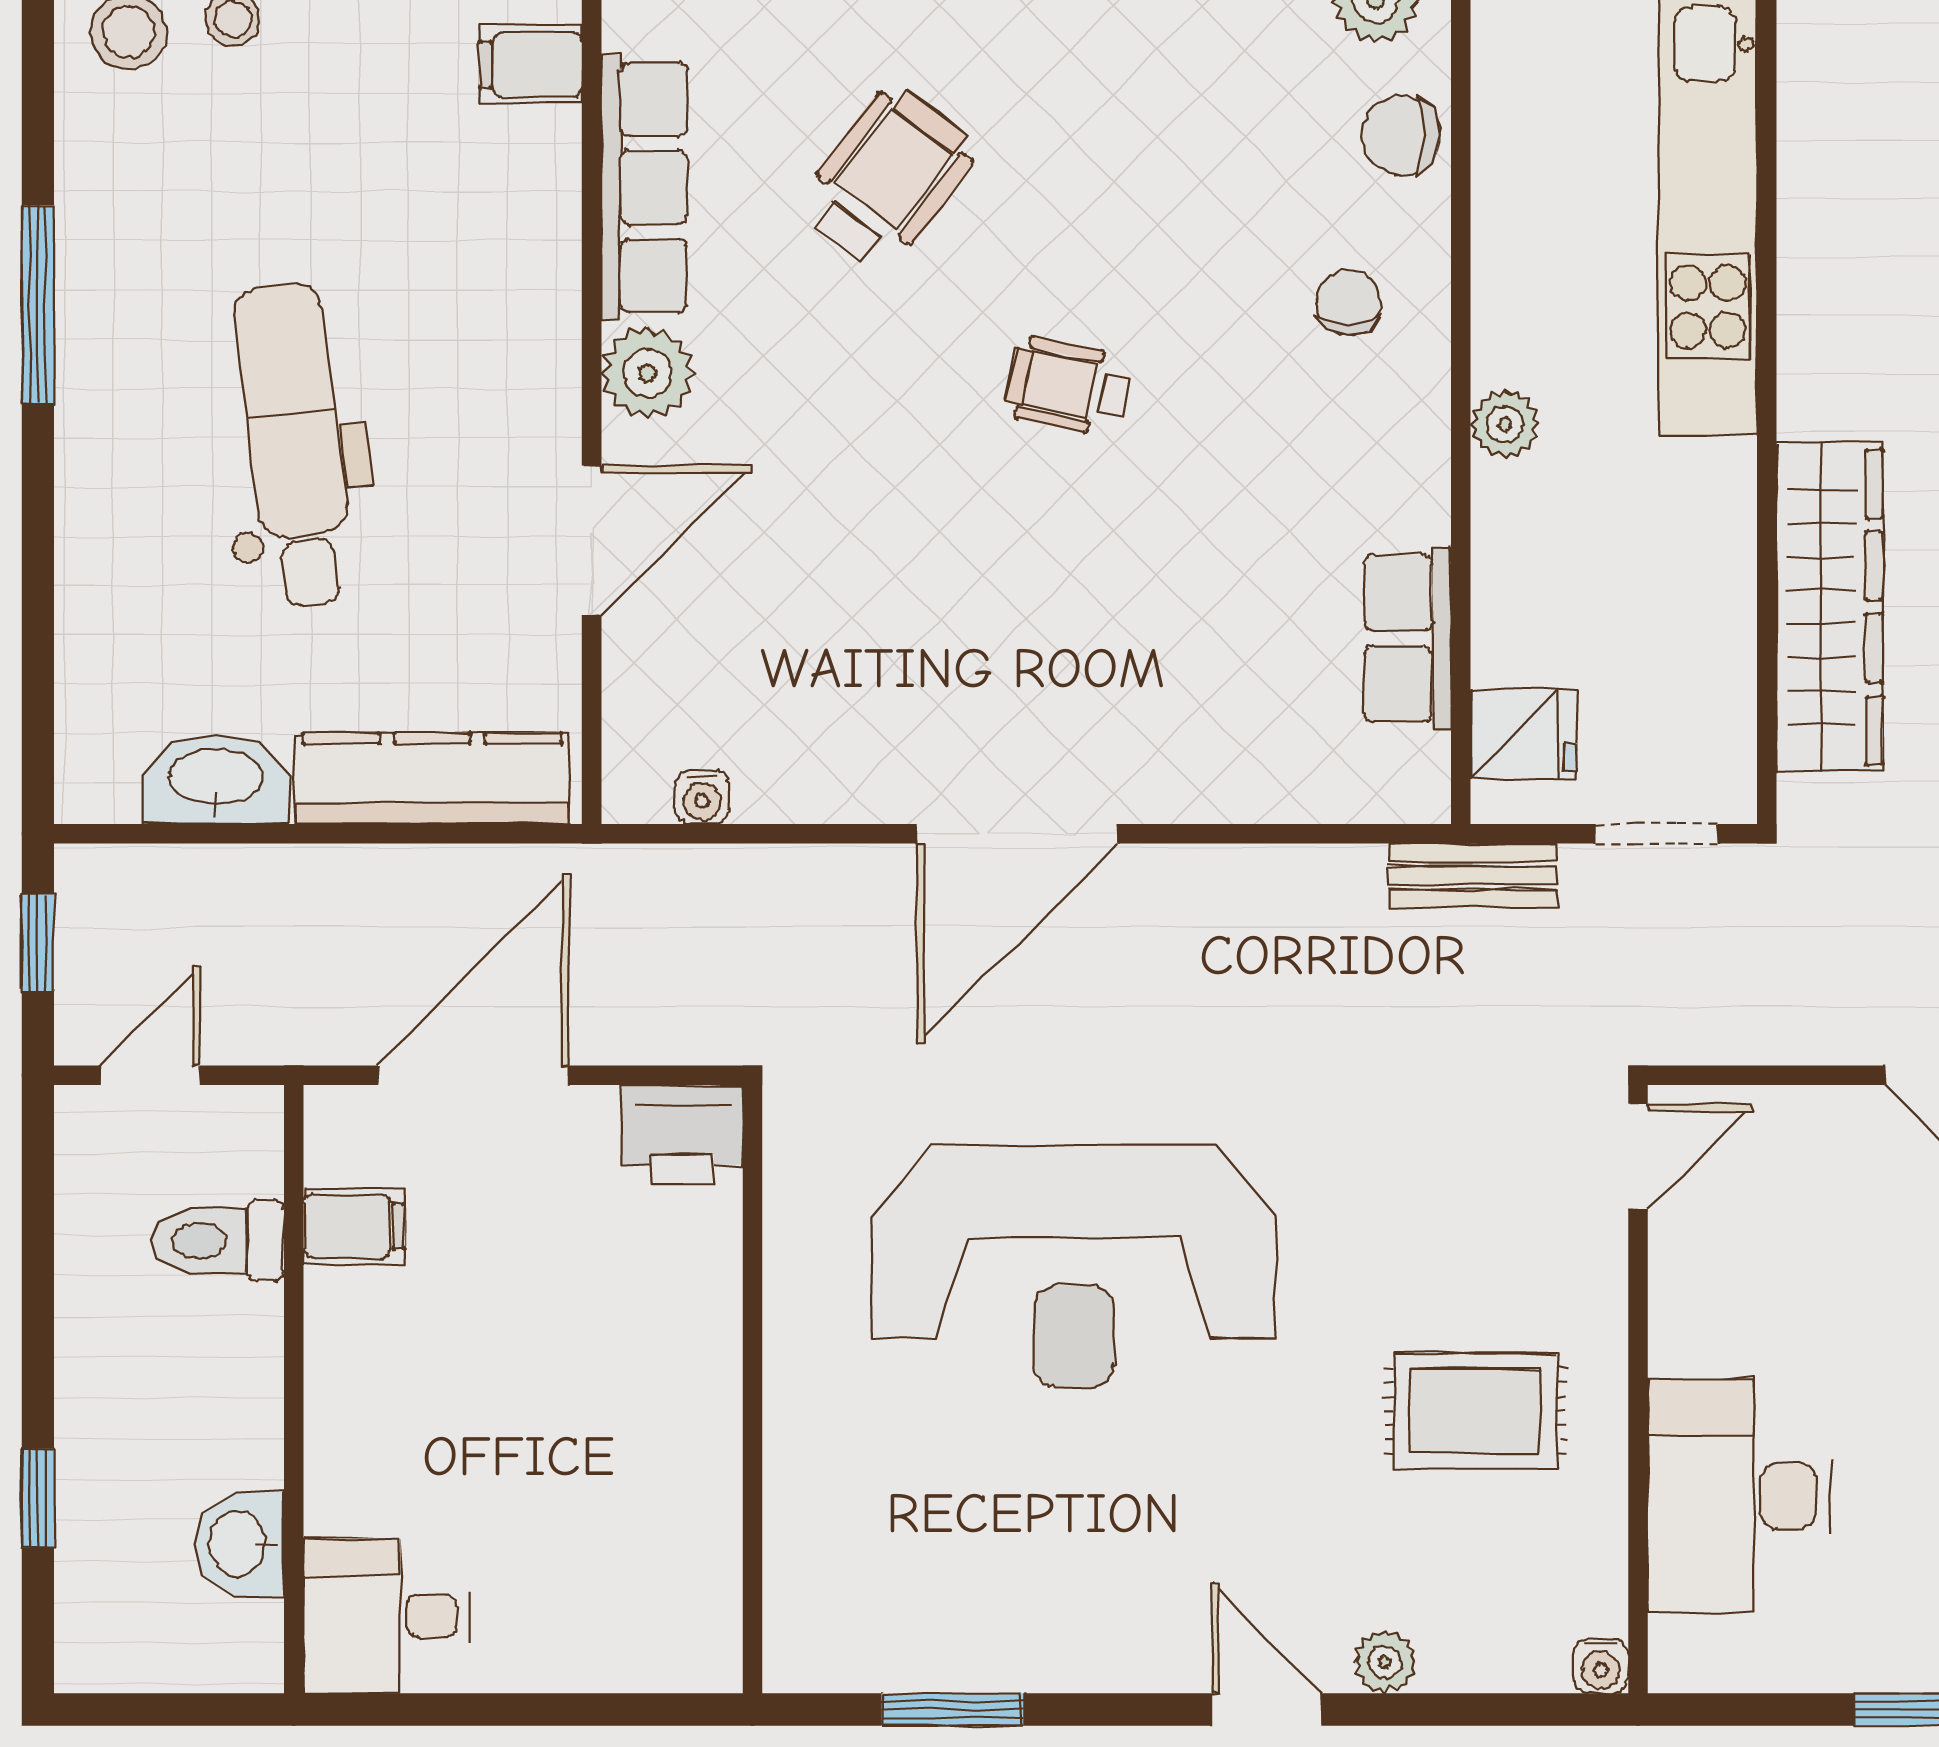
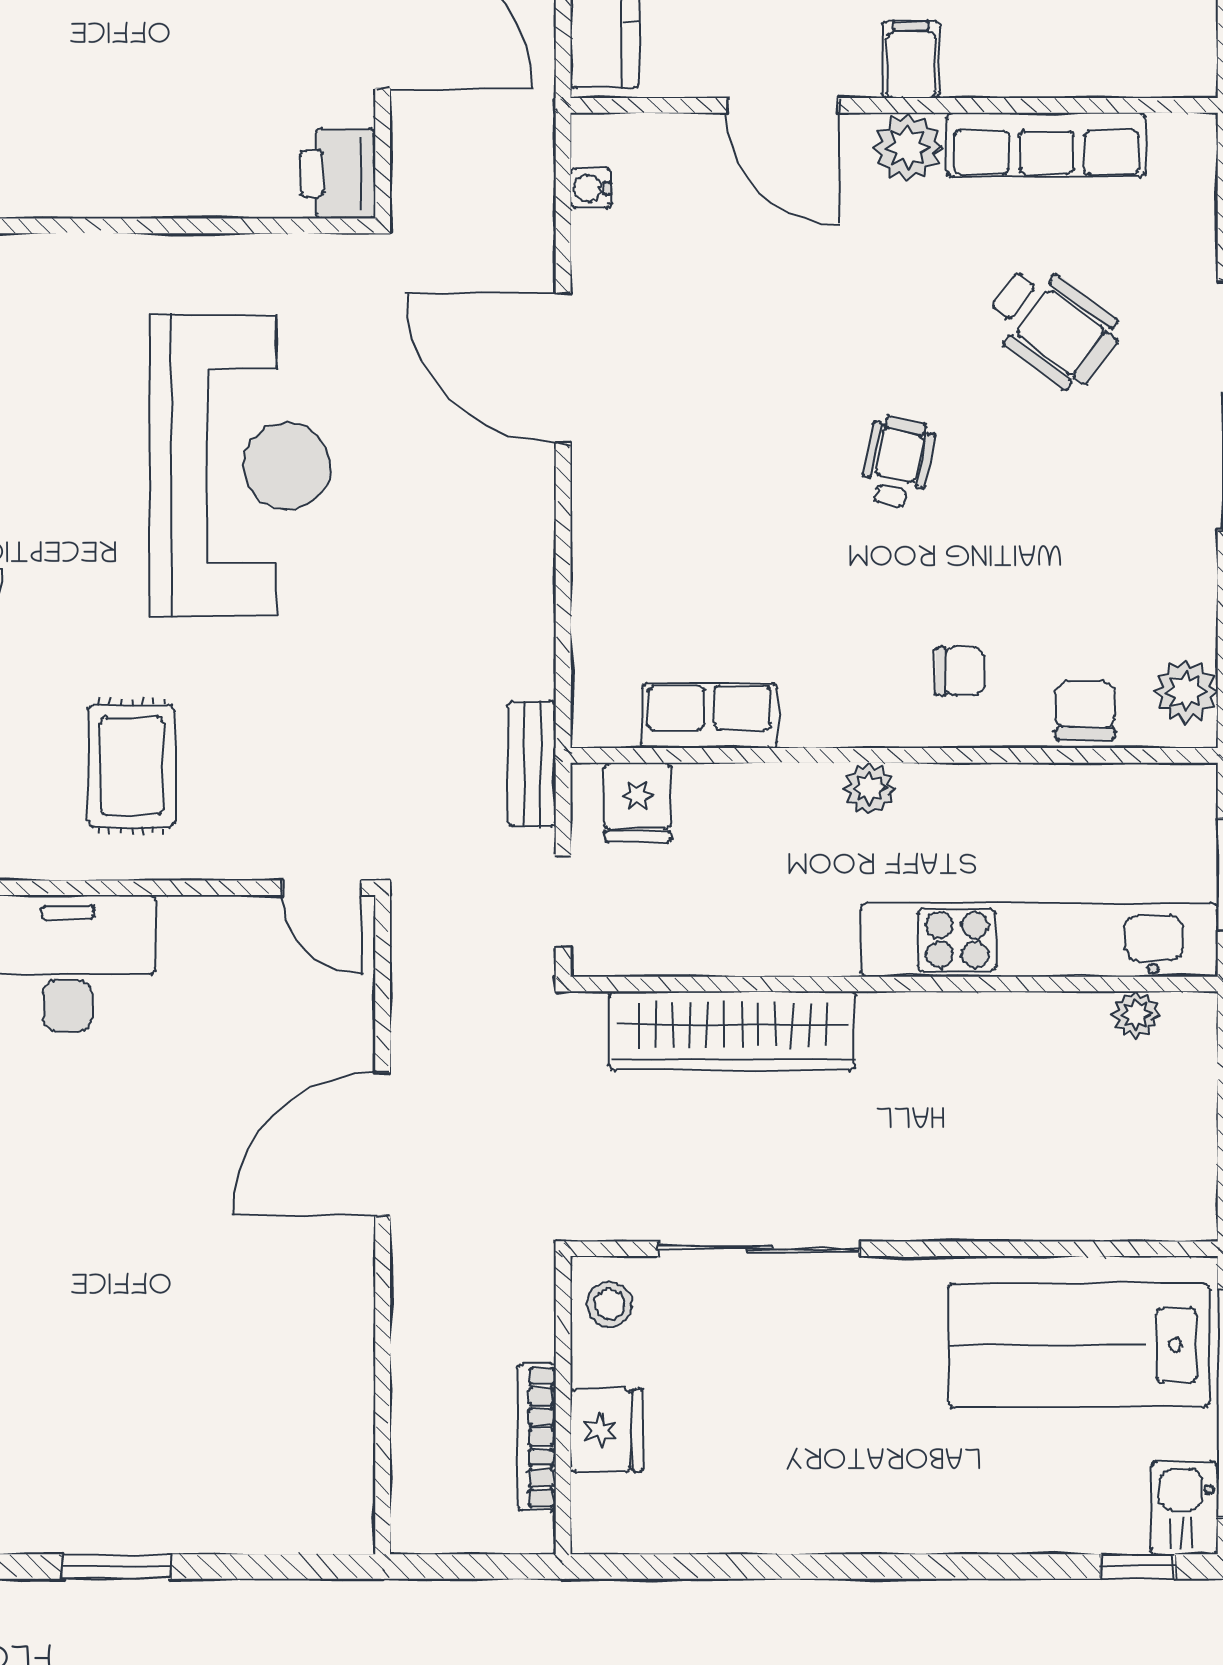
filing cabinet: (531, 64) -> (911, 60), moved
plant: (1808, 67) -> (1136, 1015), added
door: (1017, 834) -> (563, 368), moved
reception desk: (1074, 1266) -> (240, 466), turned 180

